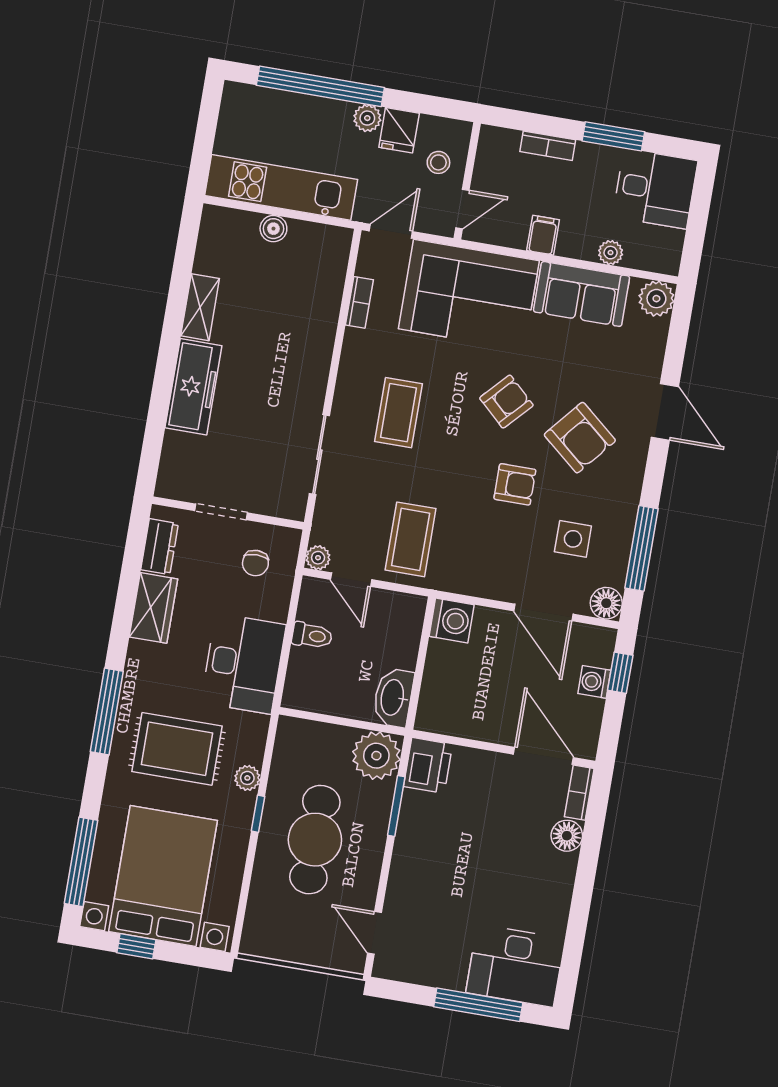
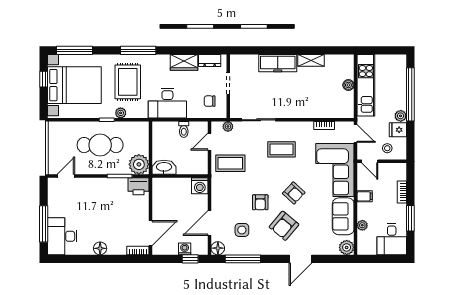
plant: (318, 558) -> (228, 126), moved
floor lamp: (567, 836) -> (100, 248), moved

